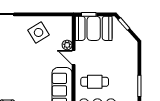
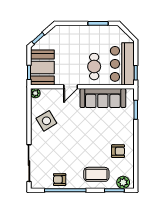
plant: (67, 45) -> (35, 93), moved

